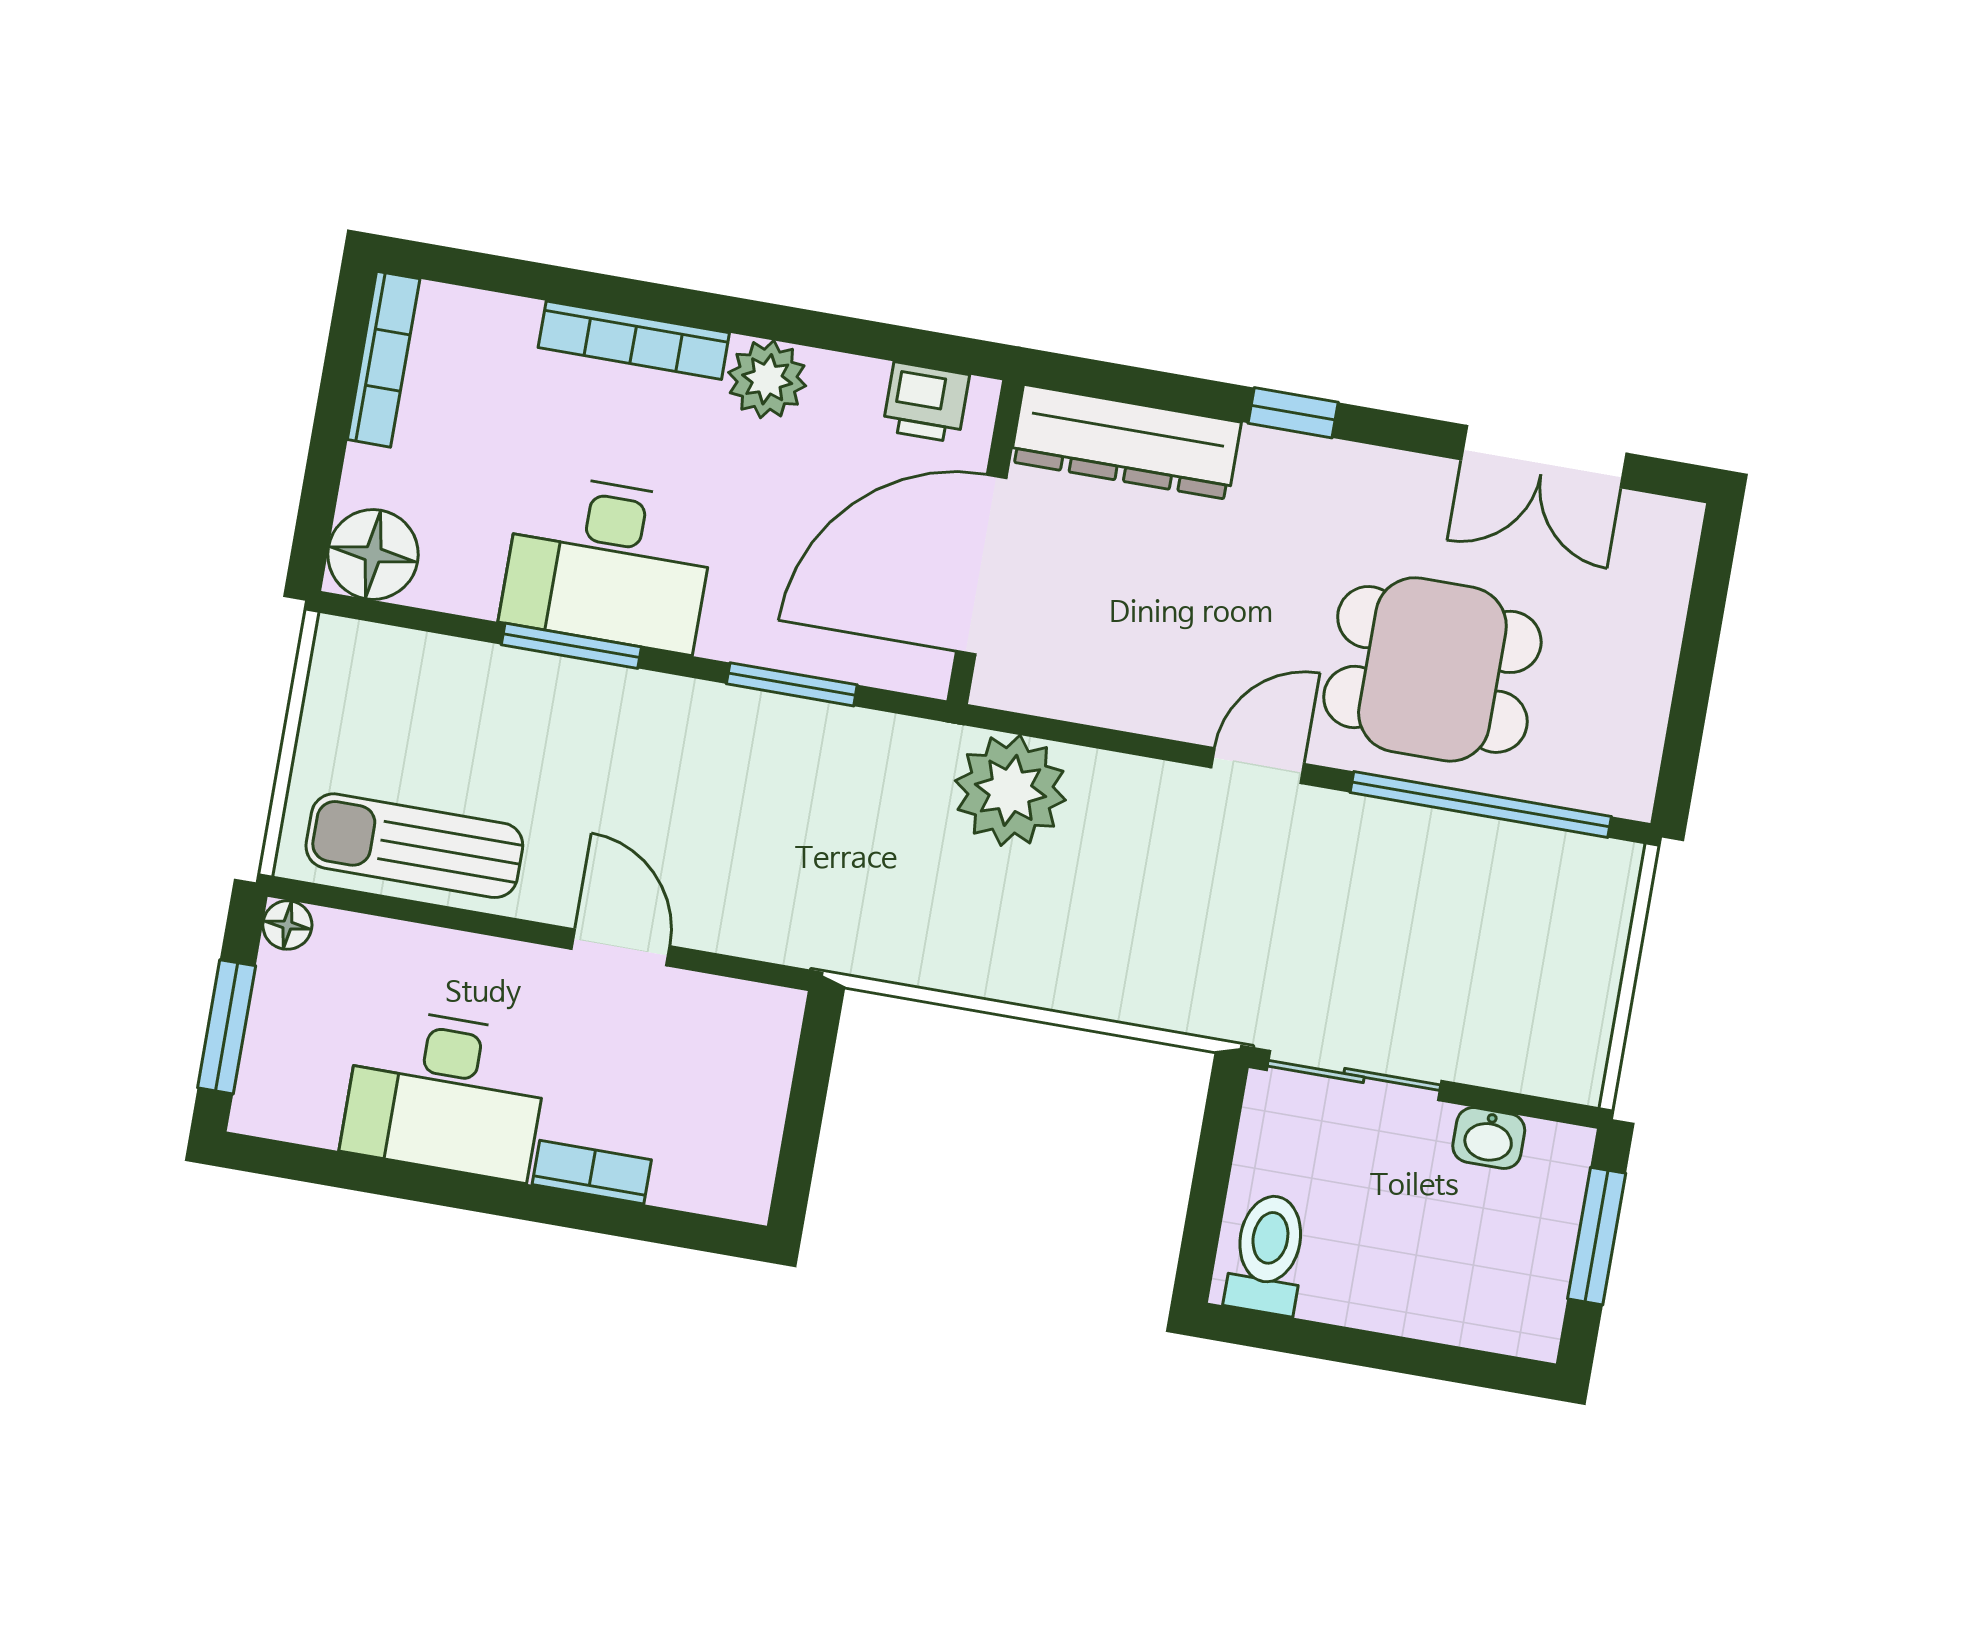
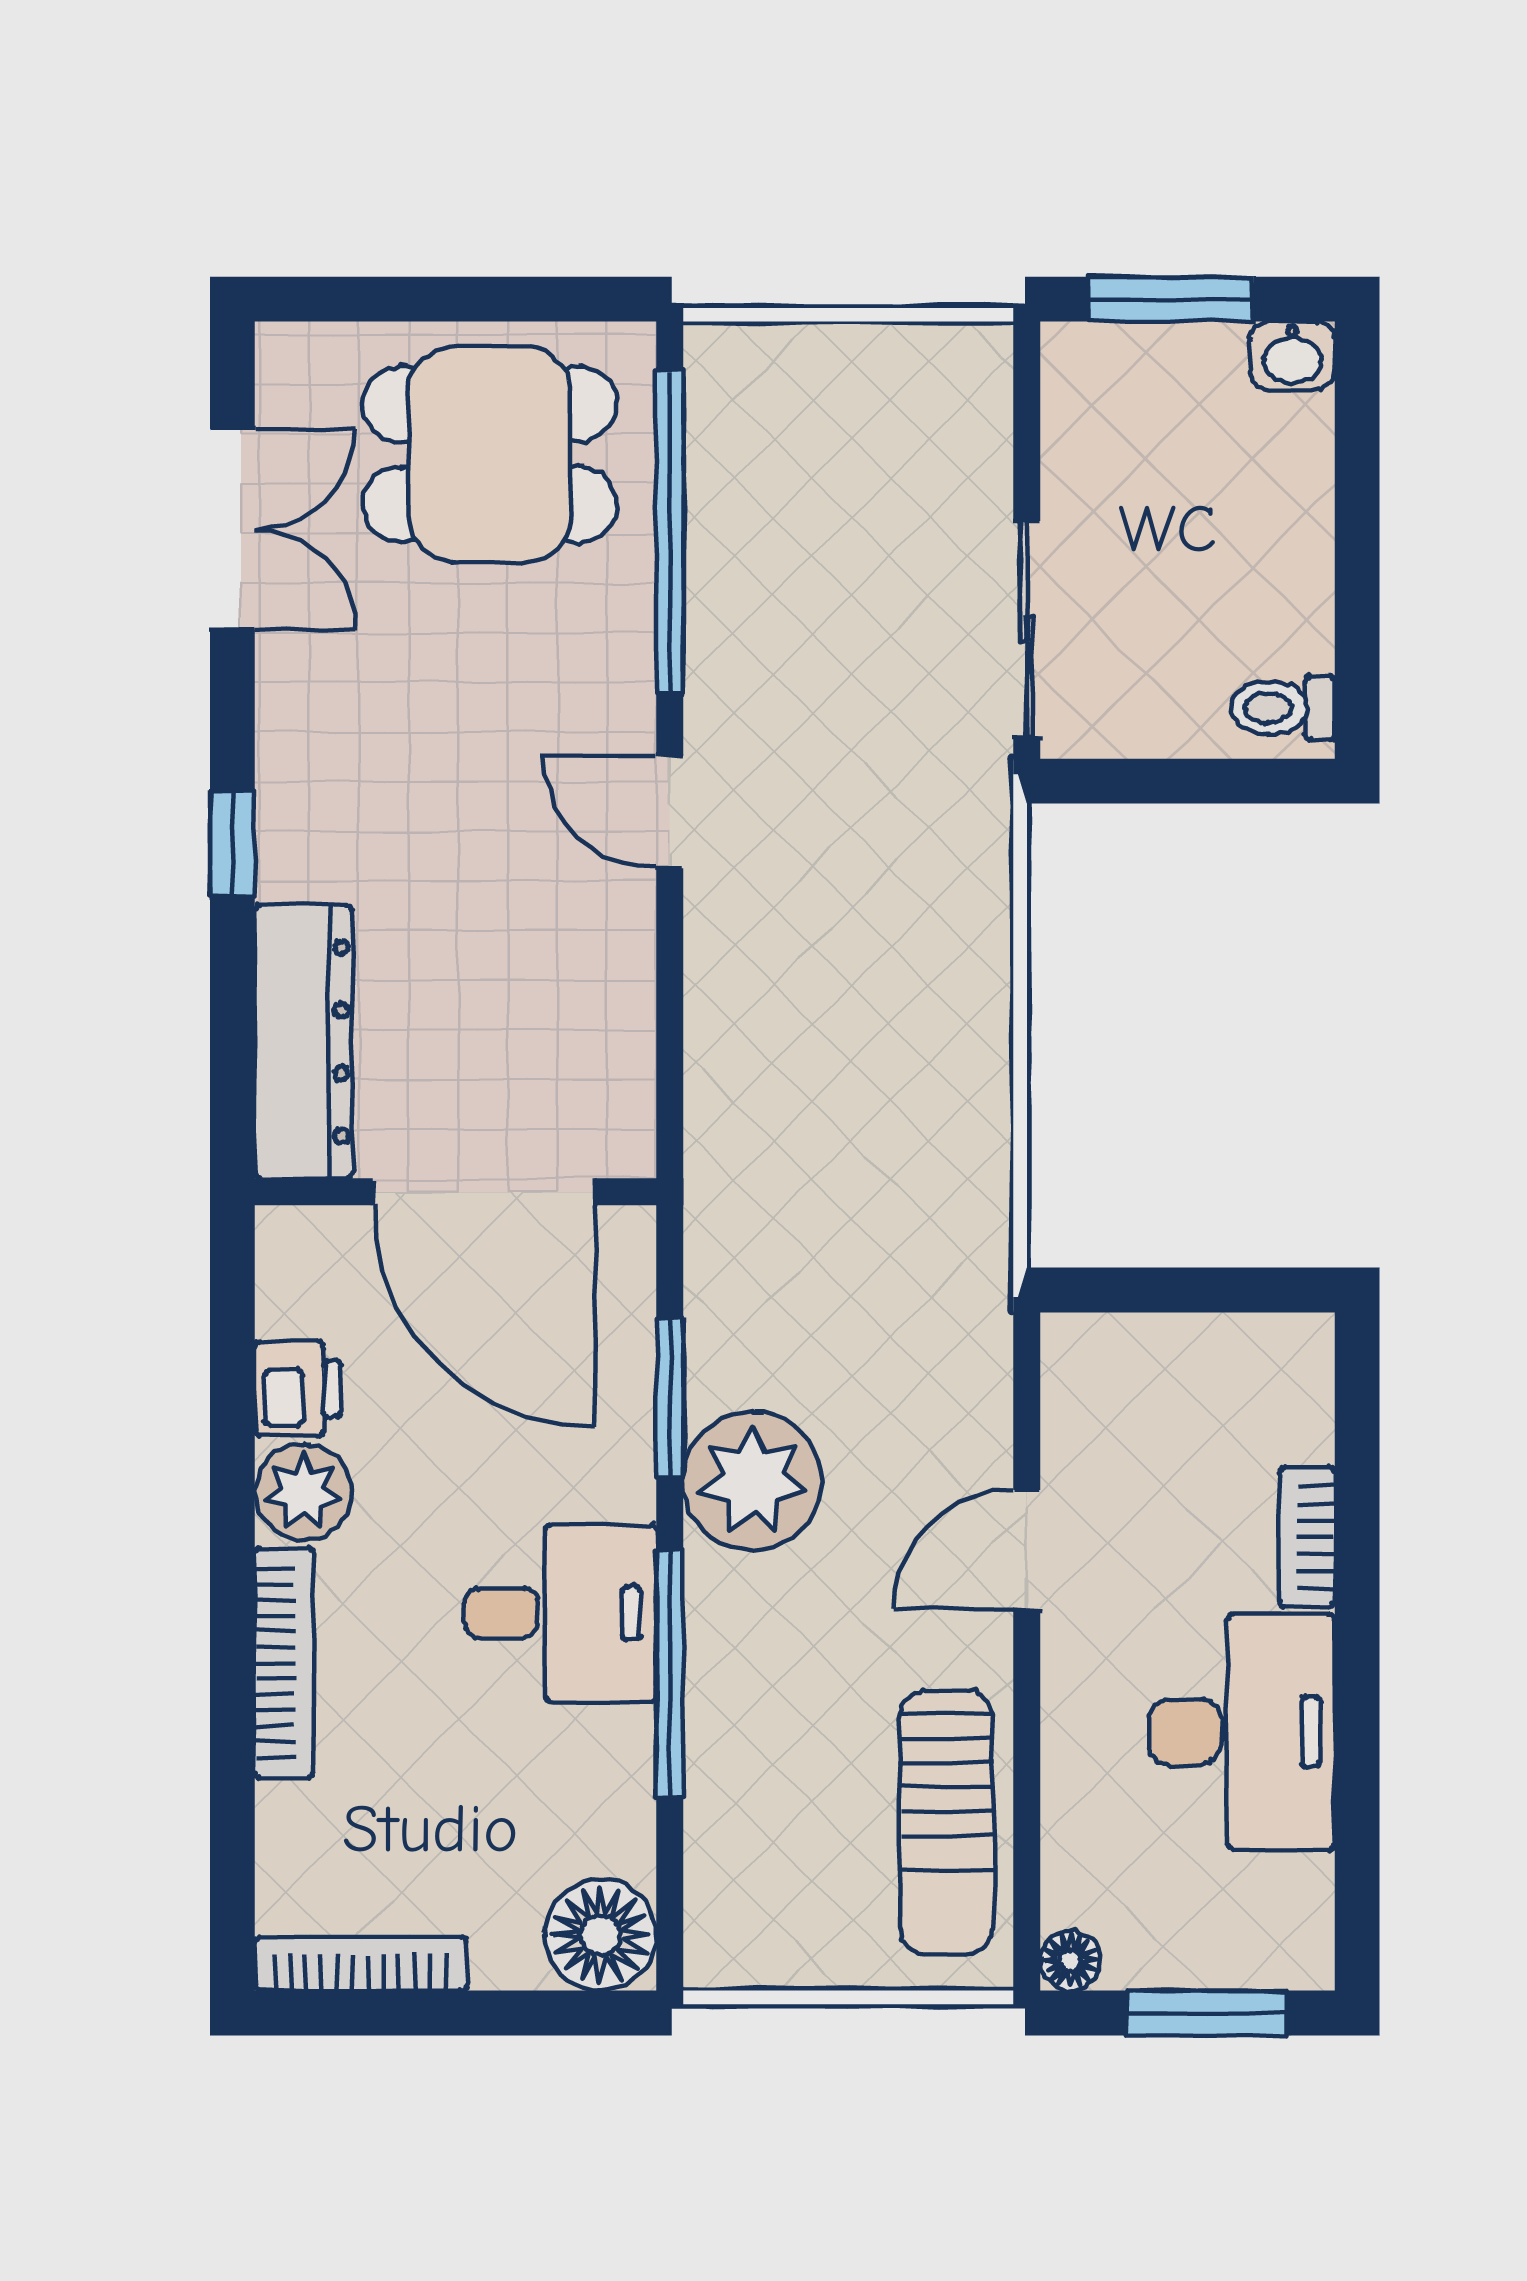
printer: (926, 402) -> (298, 1389), moved
desk: (608, 563) -> (561, 1613), width x0.73
window: (571, 646) -> (670, 1674), width x1.44
dining table: (1432, 669) -> (490, 454), moved, turned 90
plant: (1010, 790) -> (753, 1481), moved
washbasin: (1489, 1138) -> (1292, 356), moved, turned 90
toilet: (1268, 1254) -> (1283, 708), width x0.73, depth x0.72

